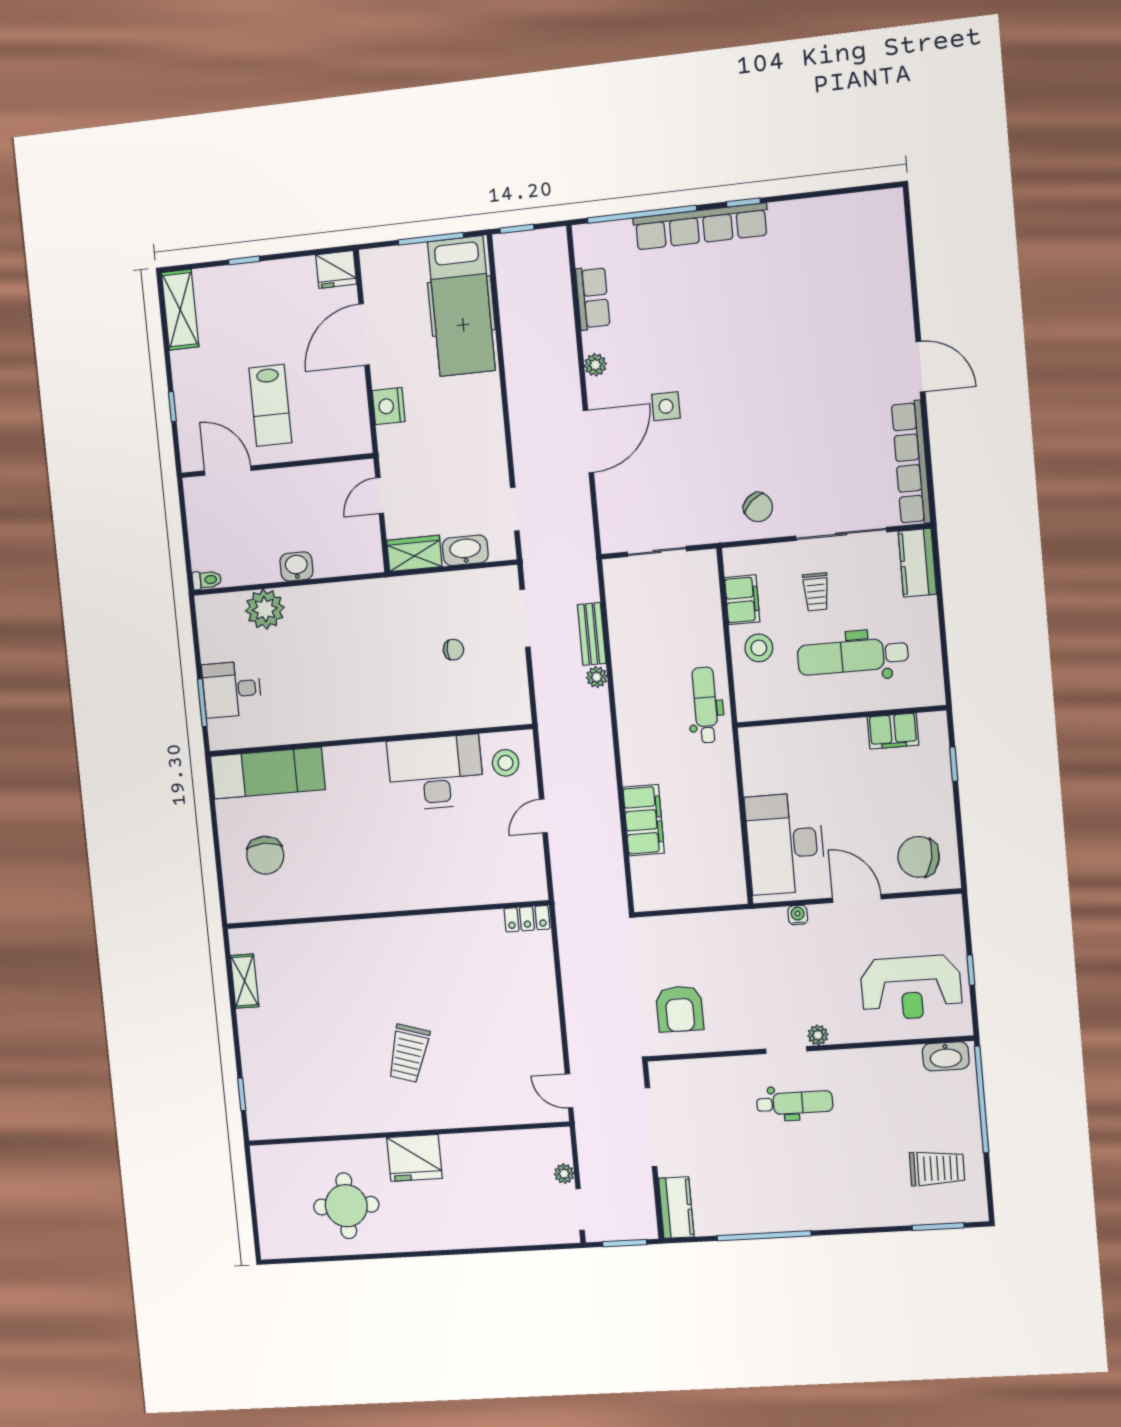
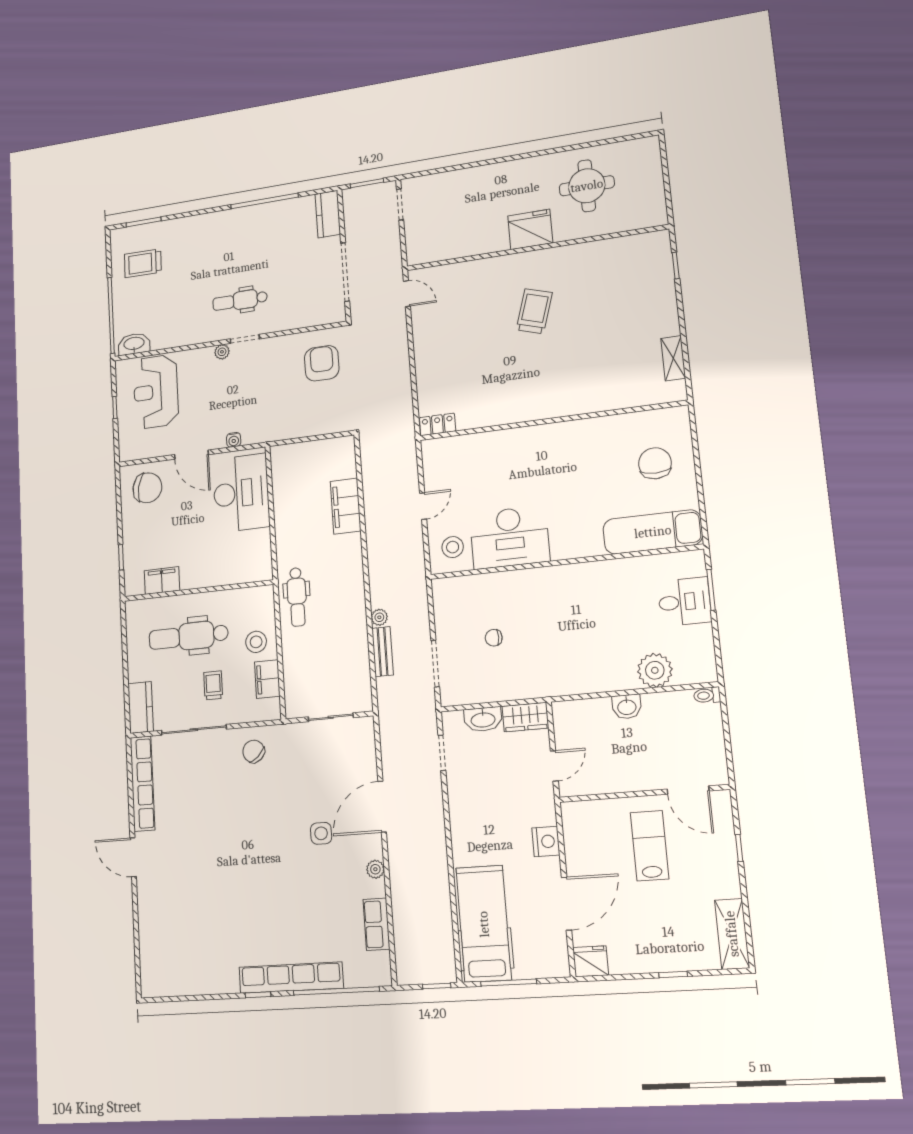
dental chair: (853, 656) -> (188, 636), turned 180
reception desk: (911, 988) -> (156, 392), turned -90
plant: (564, 1174) -> (412, 230), removed

